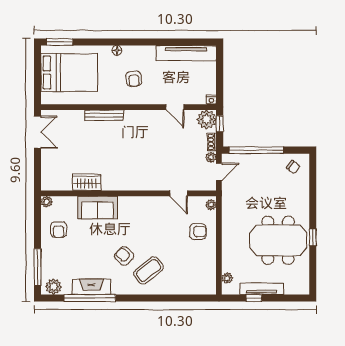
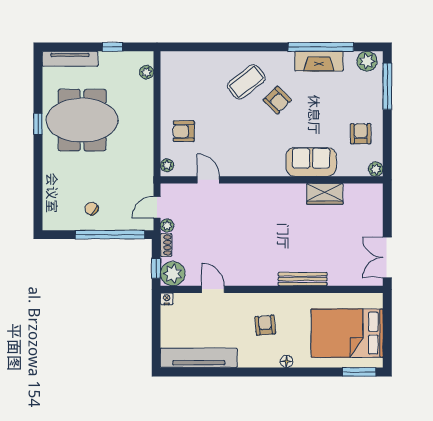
chair: (293, 167) -> (91, 209), moved
tv unit: (262, 289) -> (70, 59), moved

